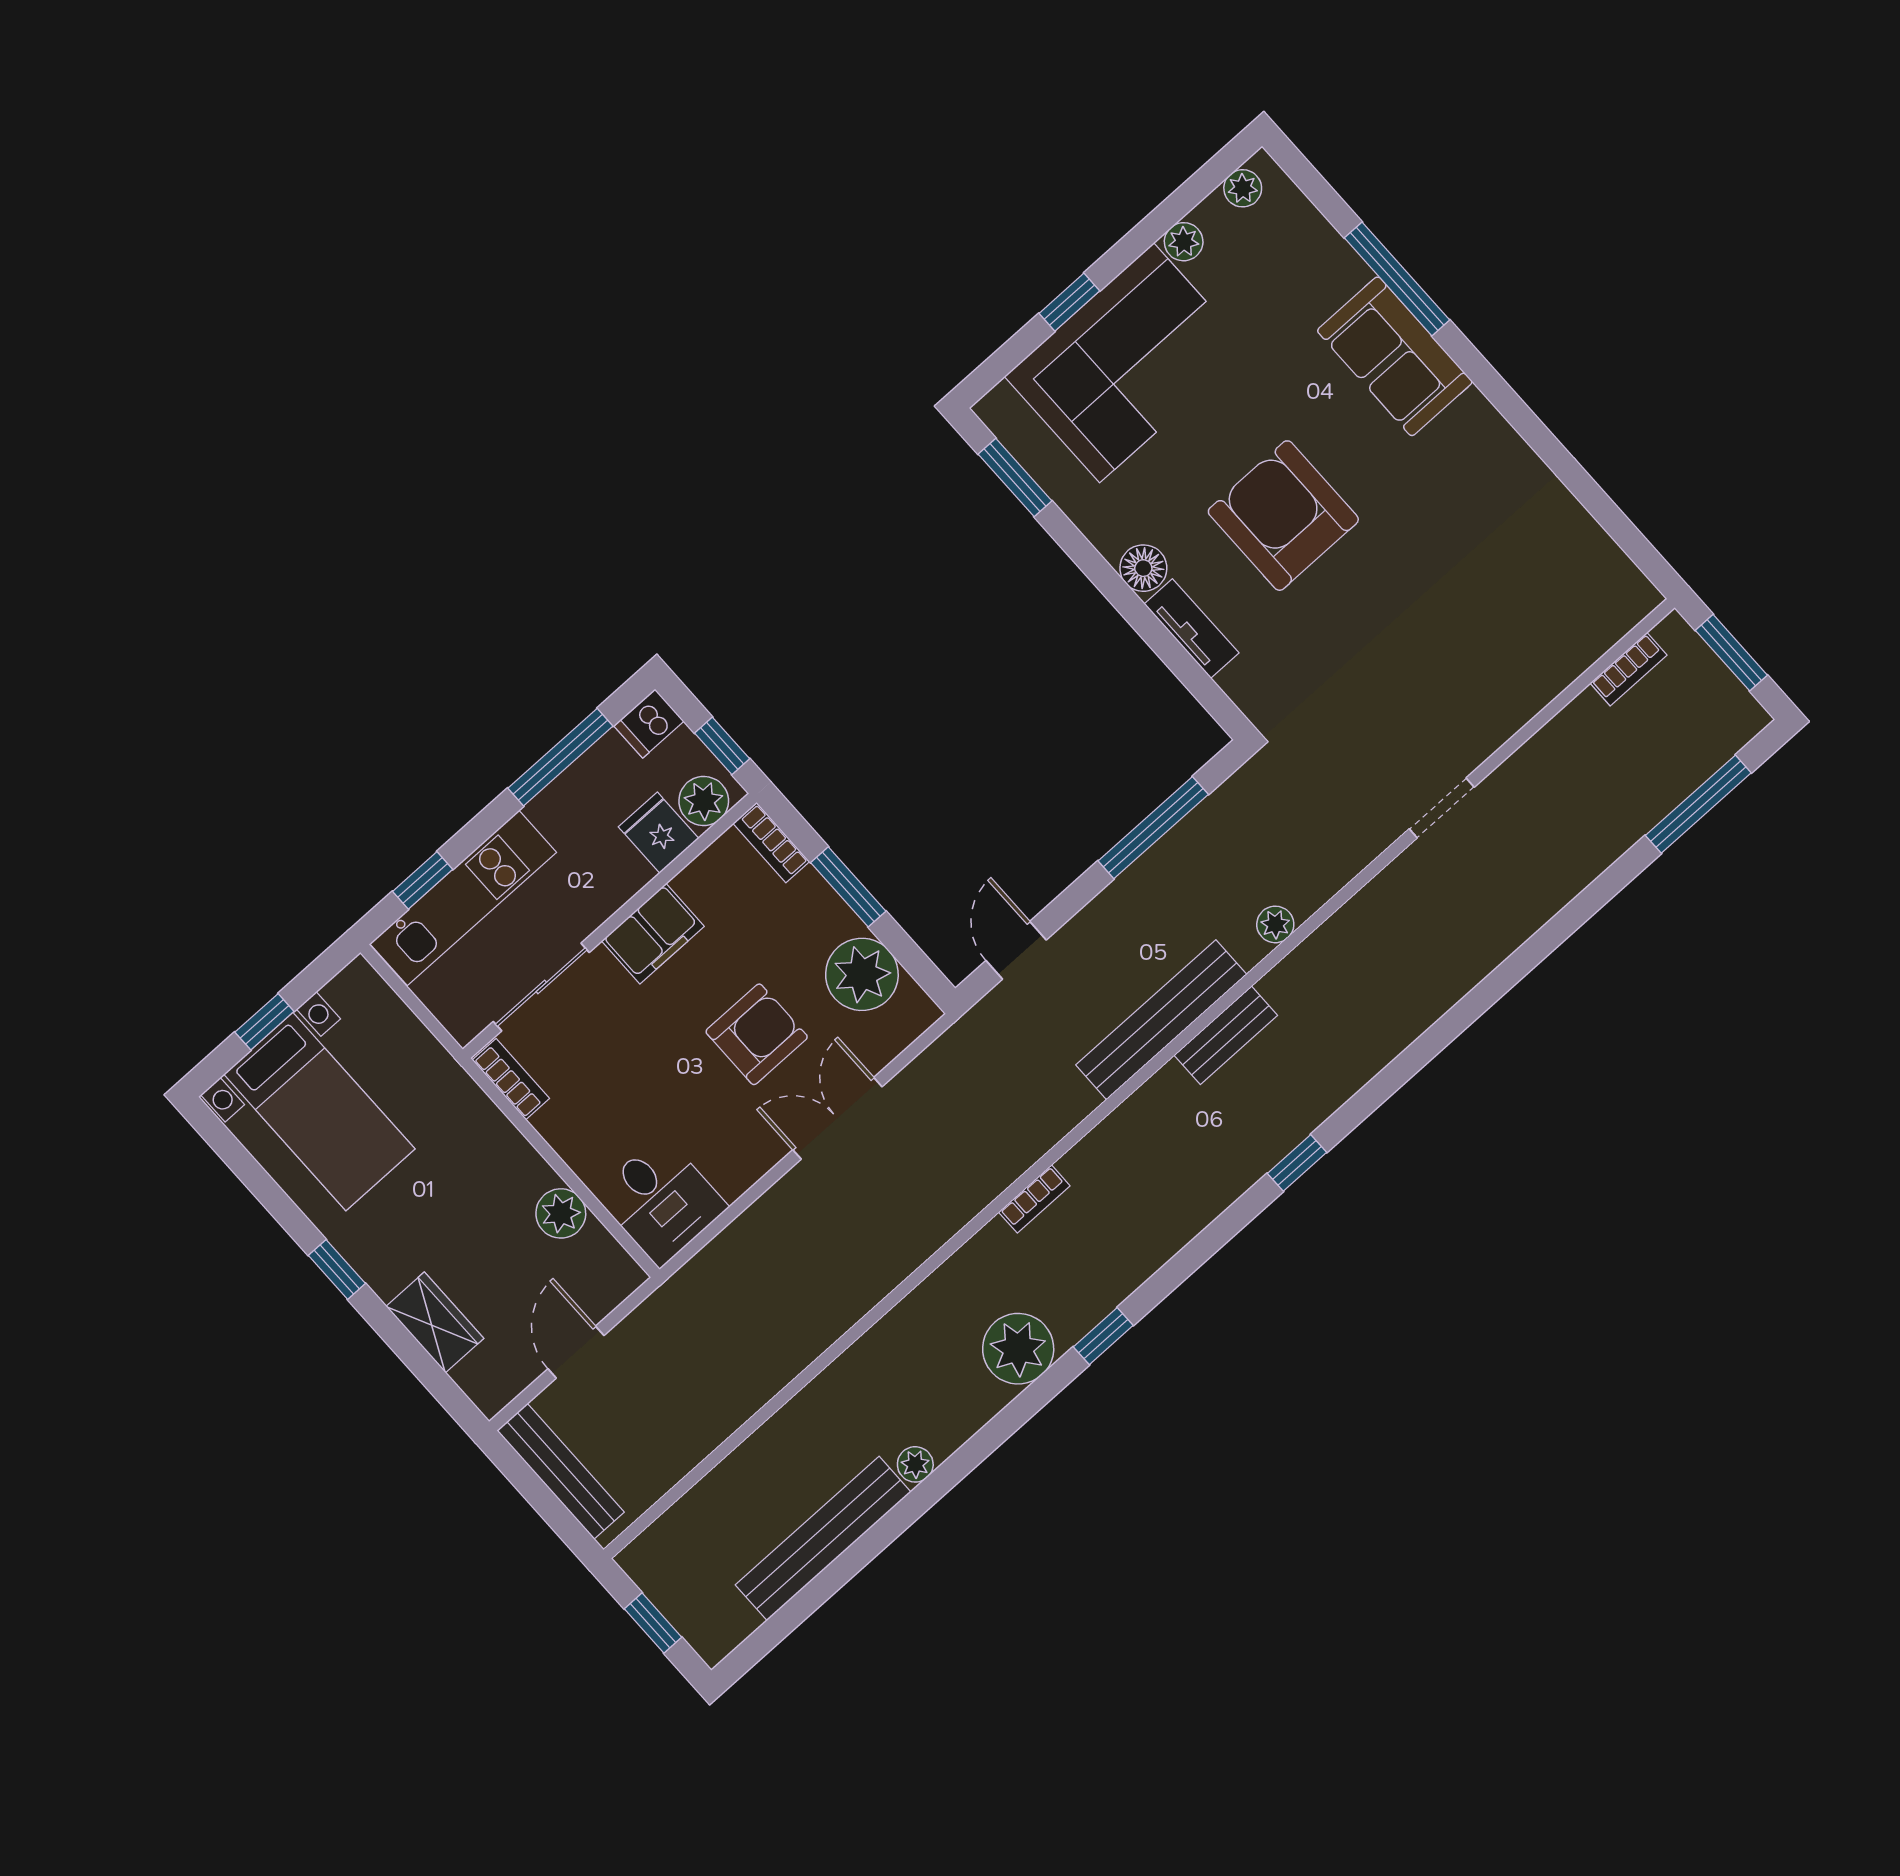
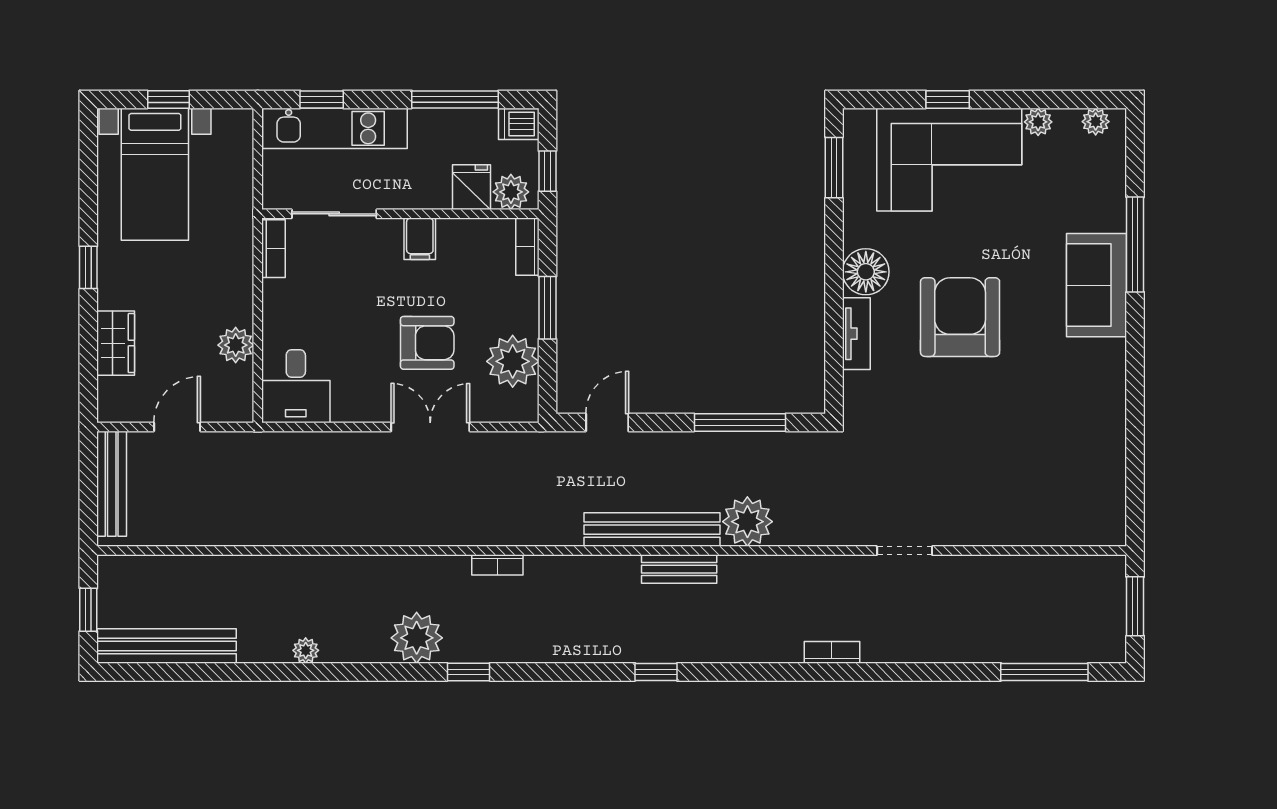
floor lamp: (1143, 568) -> (866, 272), width x1.38, depth x1.38
bookcase: (1629, 669) -> (832, 652), moved, turned 180
plant: (1275, 924) -> (747, 522), width x1.88, depth x1.88
filing cabinet: (653, 934) -> (420, 239), width x0.50
bench: (823, 1538) -> (167, 646), moved

